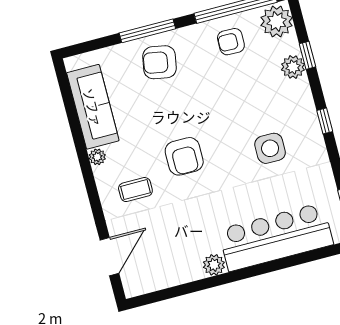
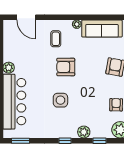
plant: (293, 67) -> (84, 132), moved
side table: (270, 148) -> (60, 100), moved

